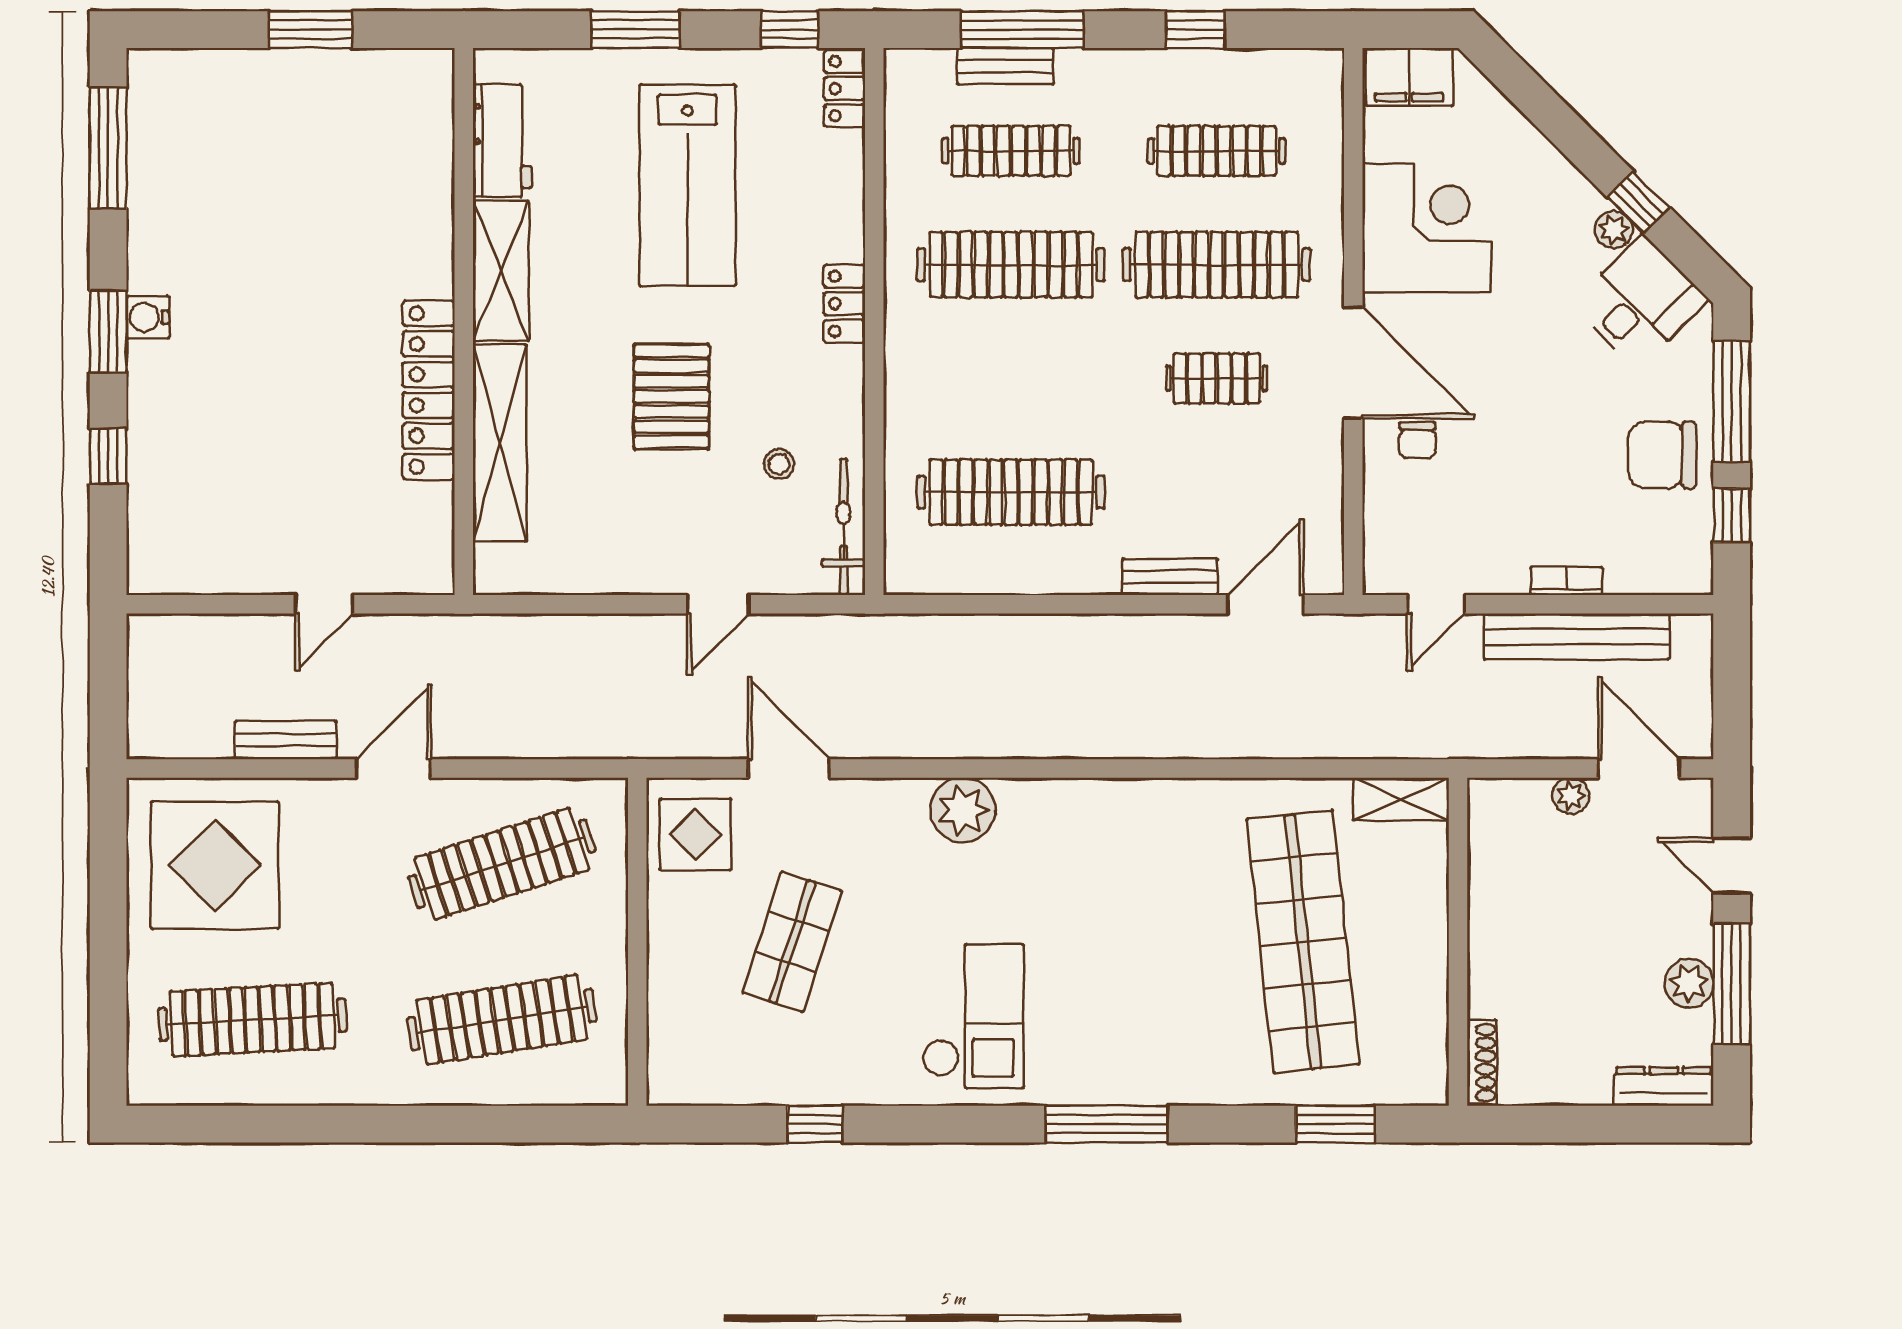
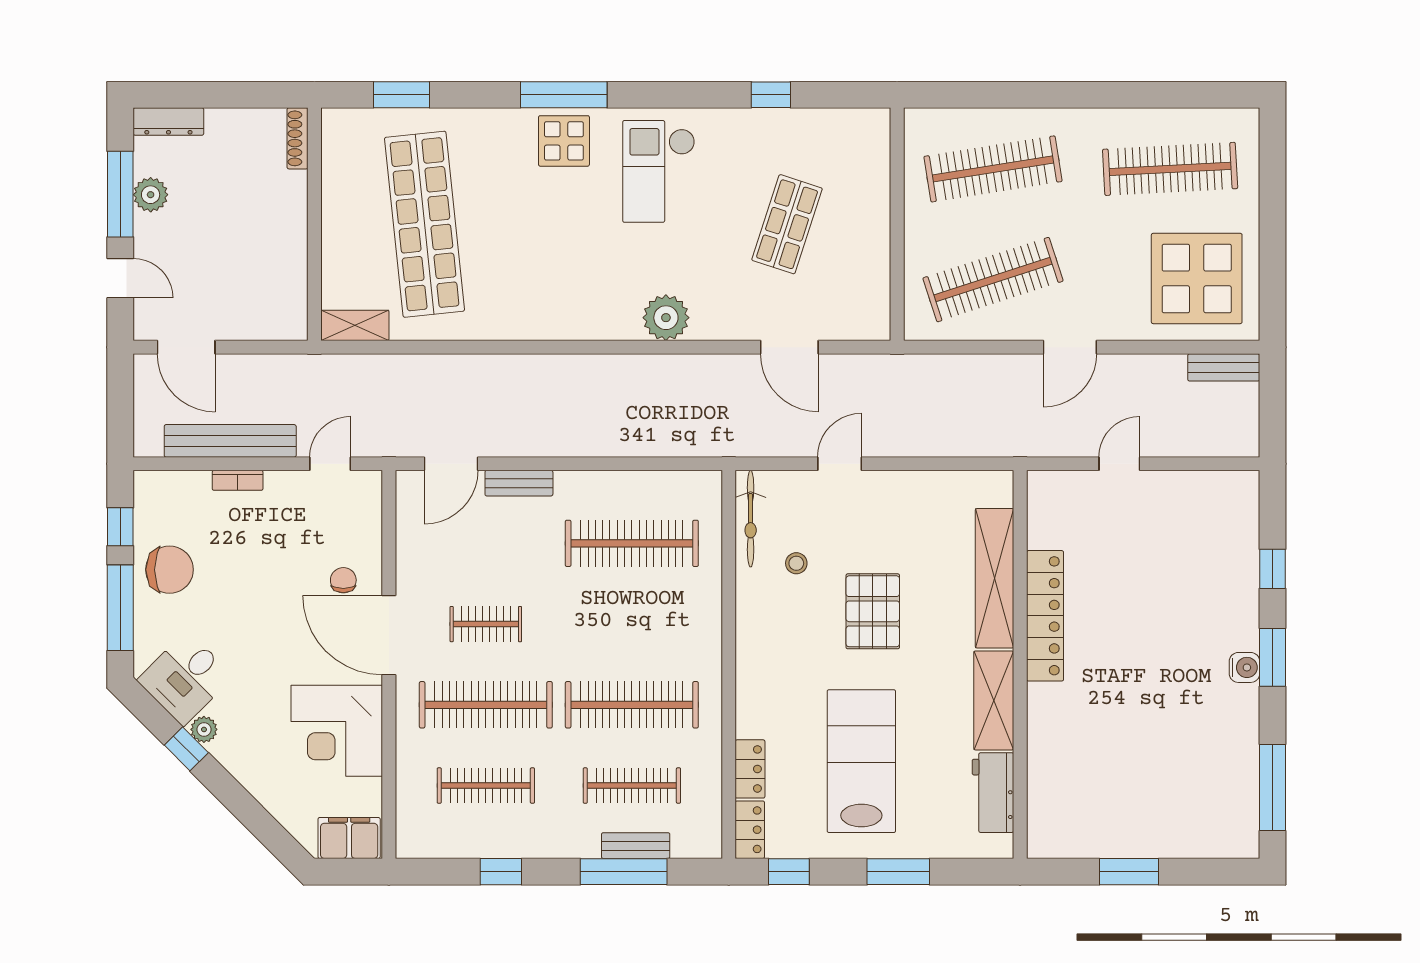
locker: (844, 304) -> (750, 769), moved
bench: (286, 740) -> (1224, 367), moved
plant: (1571, 796) -> (235, 328), removed
display table: (695, 835) -> (564, 141), moved

